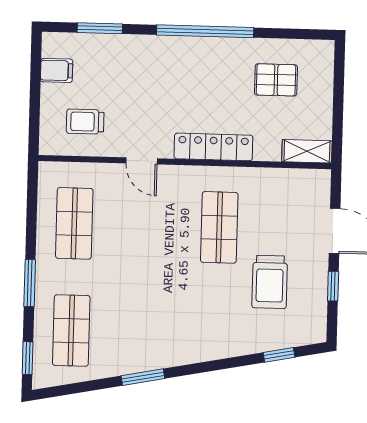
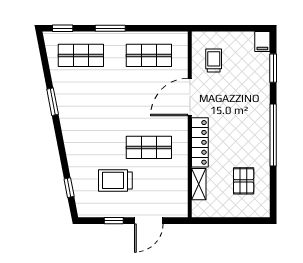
filing cabinet: (57, 70) -> (262, 41), moved
shelving: (307, 151) -> (199, 184), moved
door: (142, 161) -> (190, 97), width x1.88

